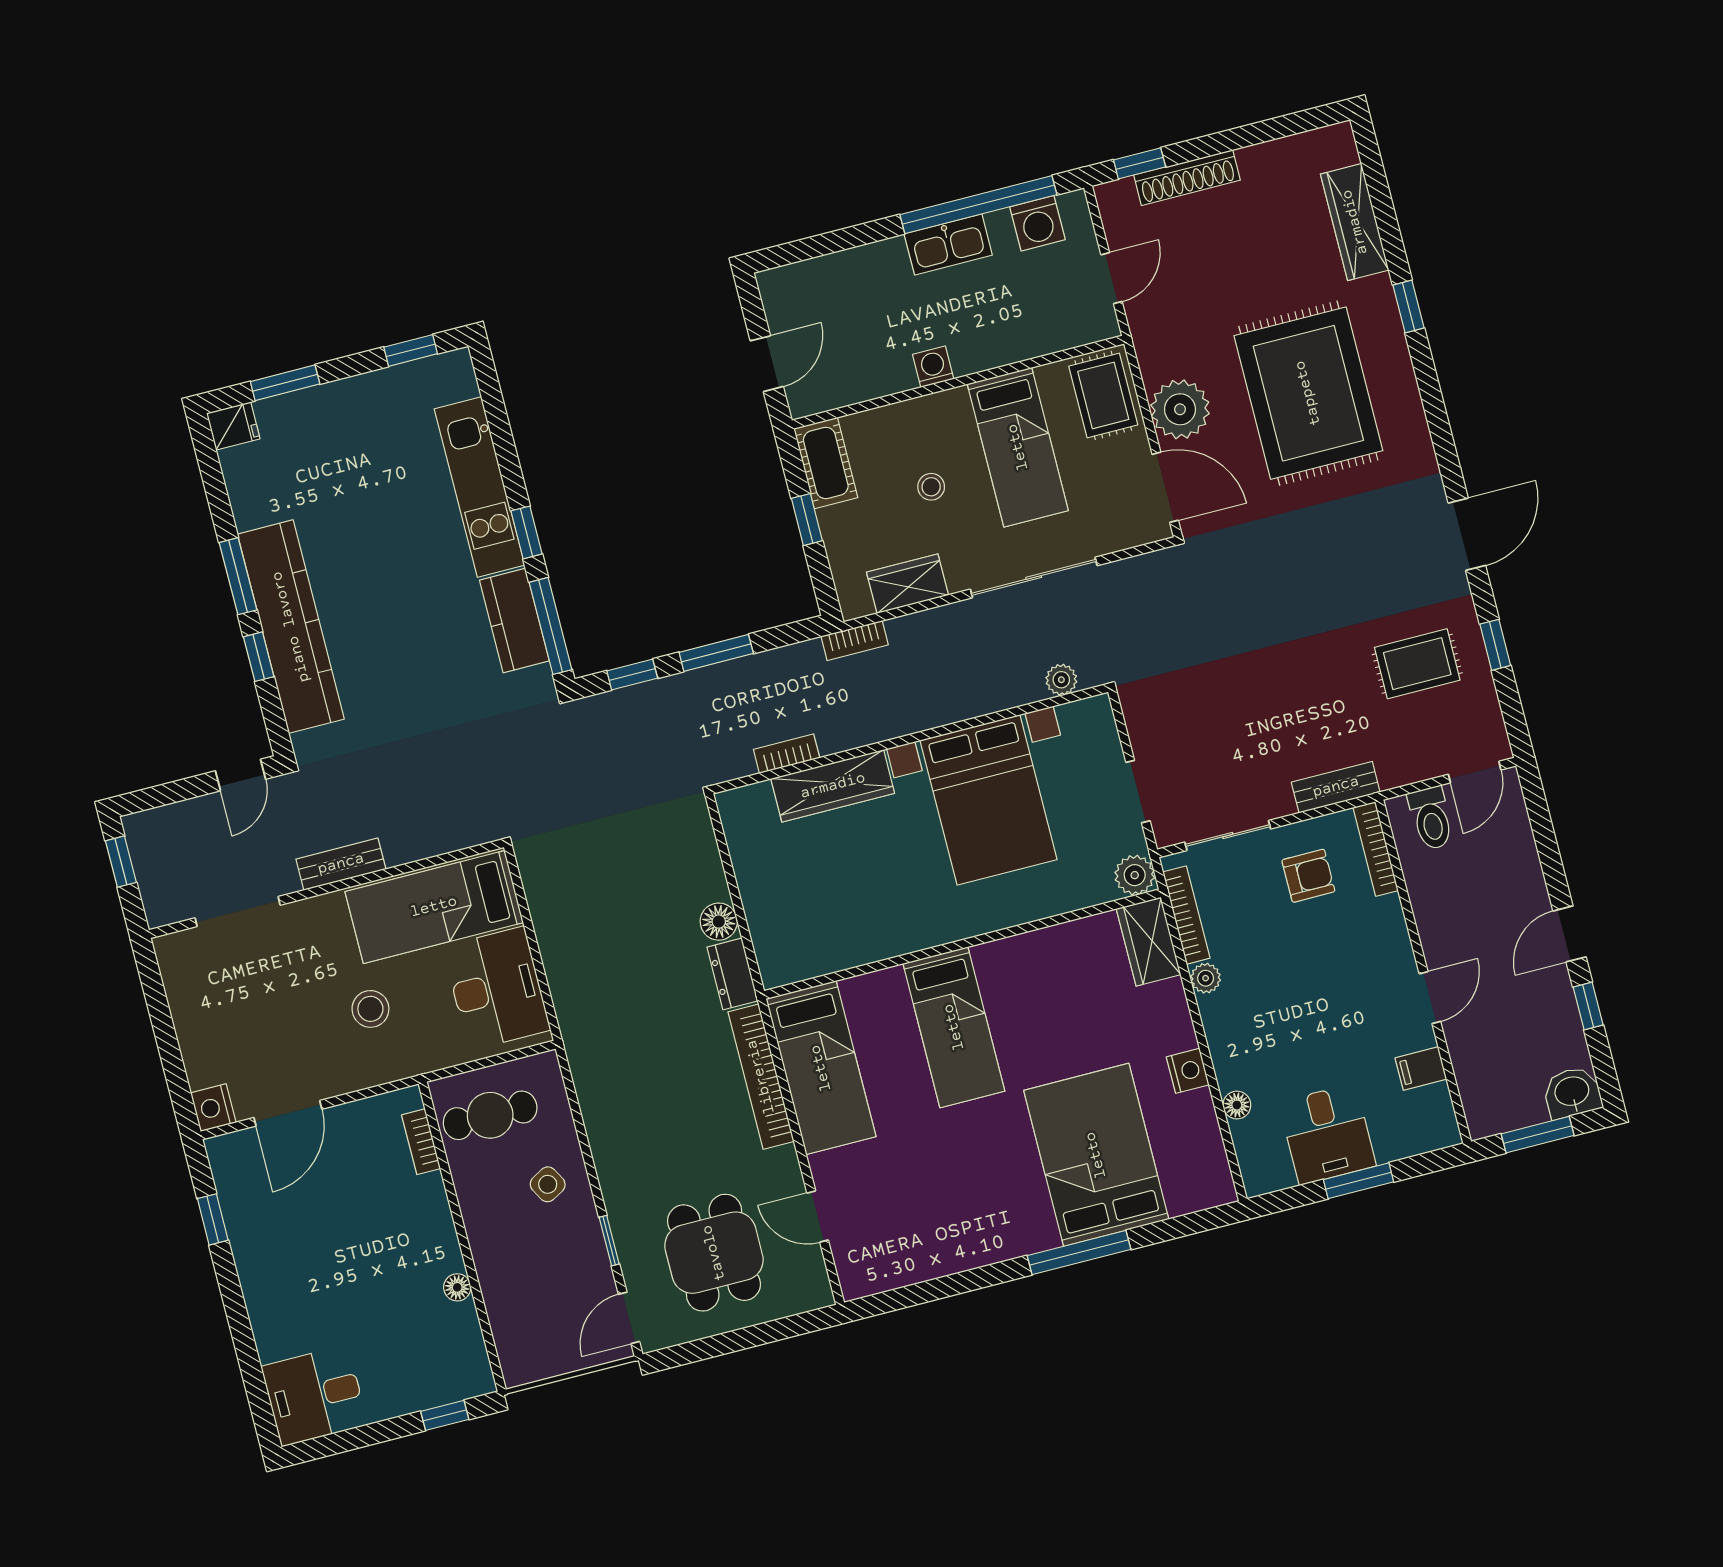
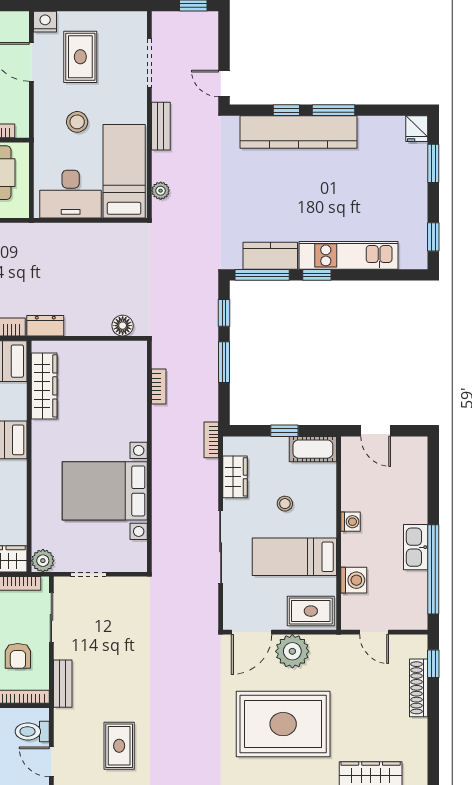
washing machine: (1037, 223) -> (354, 580), moved, turned 180
plant: (1061, 680) -> (161, 191), moved
wardrobe: (833, 786) -> (44, 386), moved, turned 180
floor lamp: (719, 922) -> (123, 326), moved
rug: (258, 1032) -> (80, 57), added

